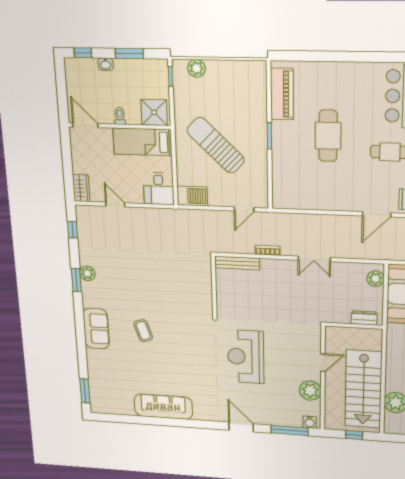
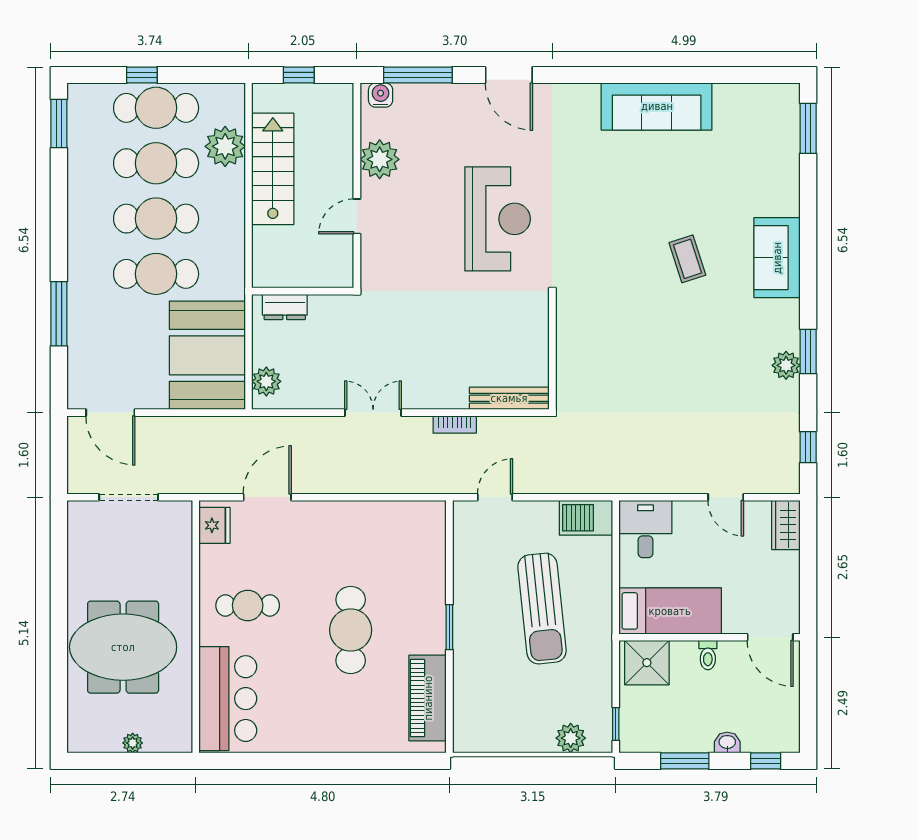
sun lounger: (216, 145) -> (542, 609), turned 40
stairs: (363, 389) -> (273, 169), width x0.73, depth x0.66

